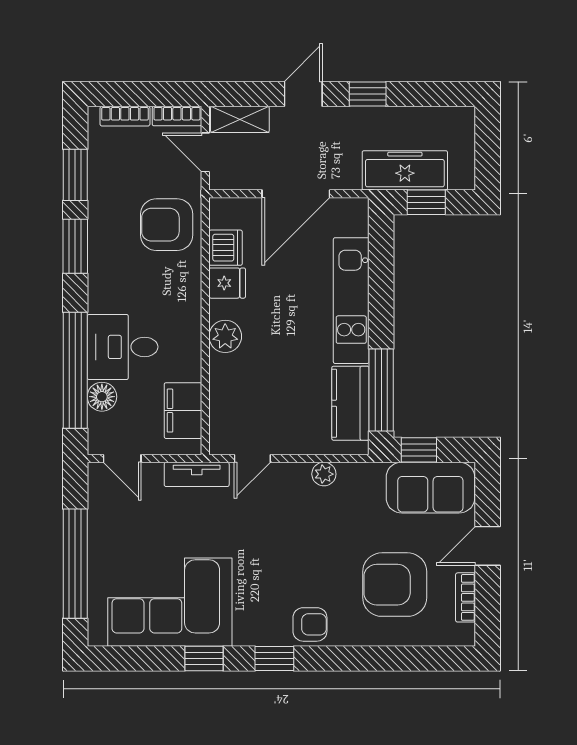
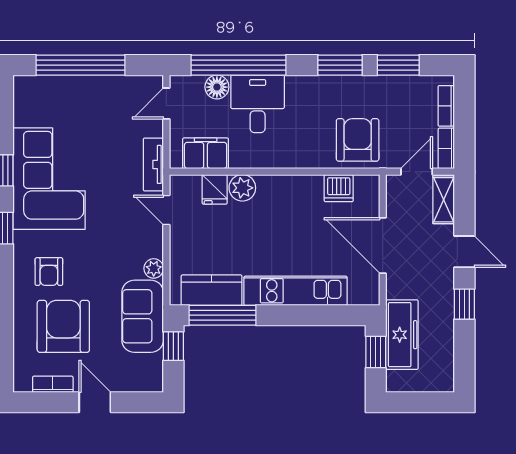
fridge: (227, 283) -> (215, 189), moved
plant: (225, 336) -> (242, 188), moved
sofa: (430, 488) -> (143, 316), moved
corner sofa: (170, 602) -> (49, 179), moved
armchair: (310, 624) -> (49, 272), moved

